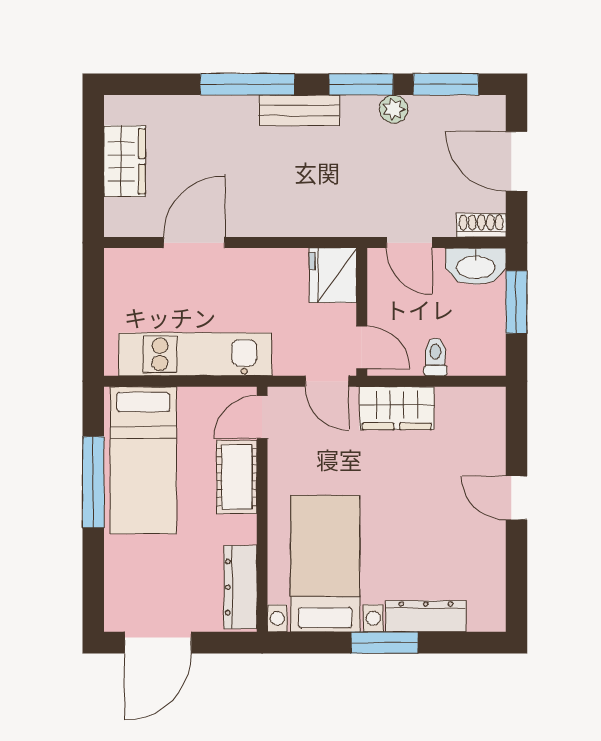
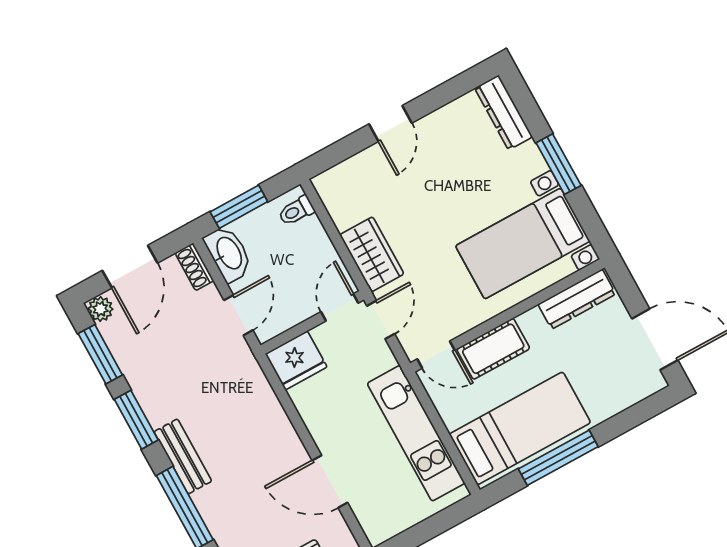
plant: (394, 109) -> (100, 309), moved
toilet: (435, 357) -> (296, 211), moved
dresser: (426, 616) -> (504, 112), moved

